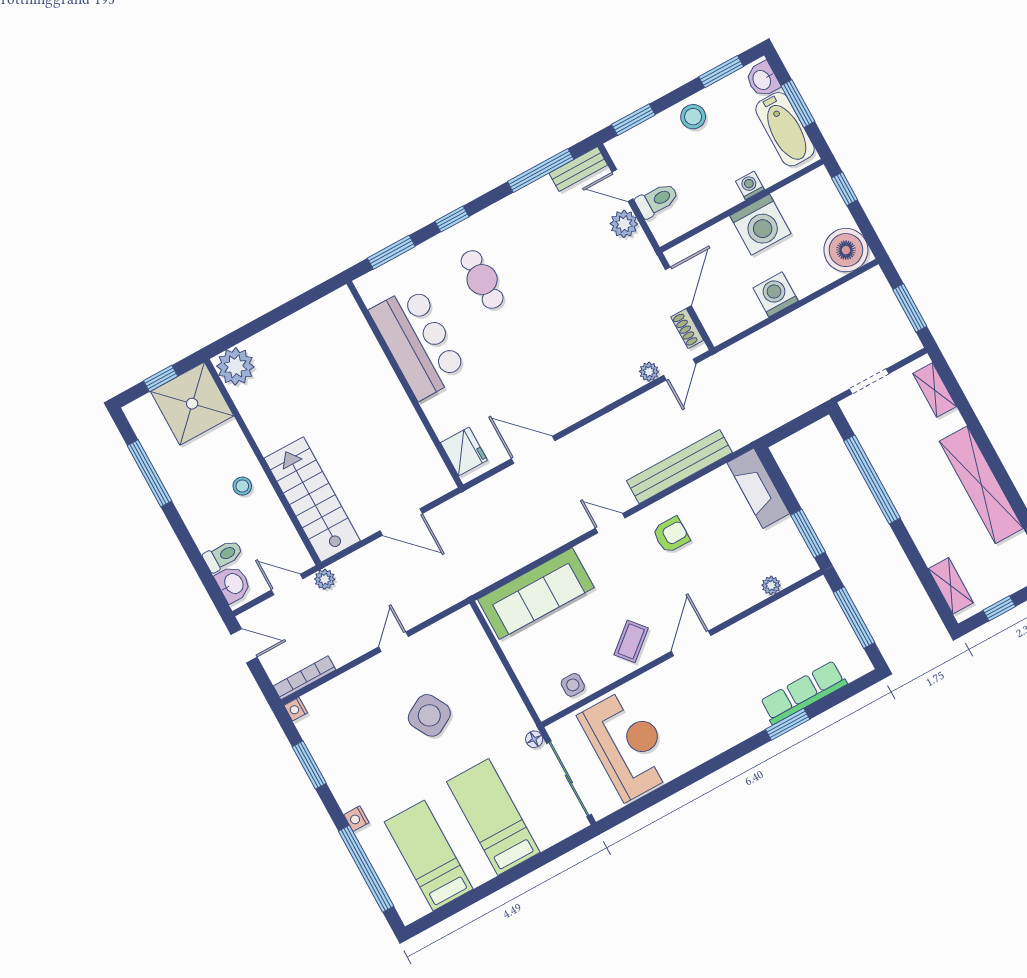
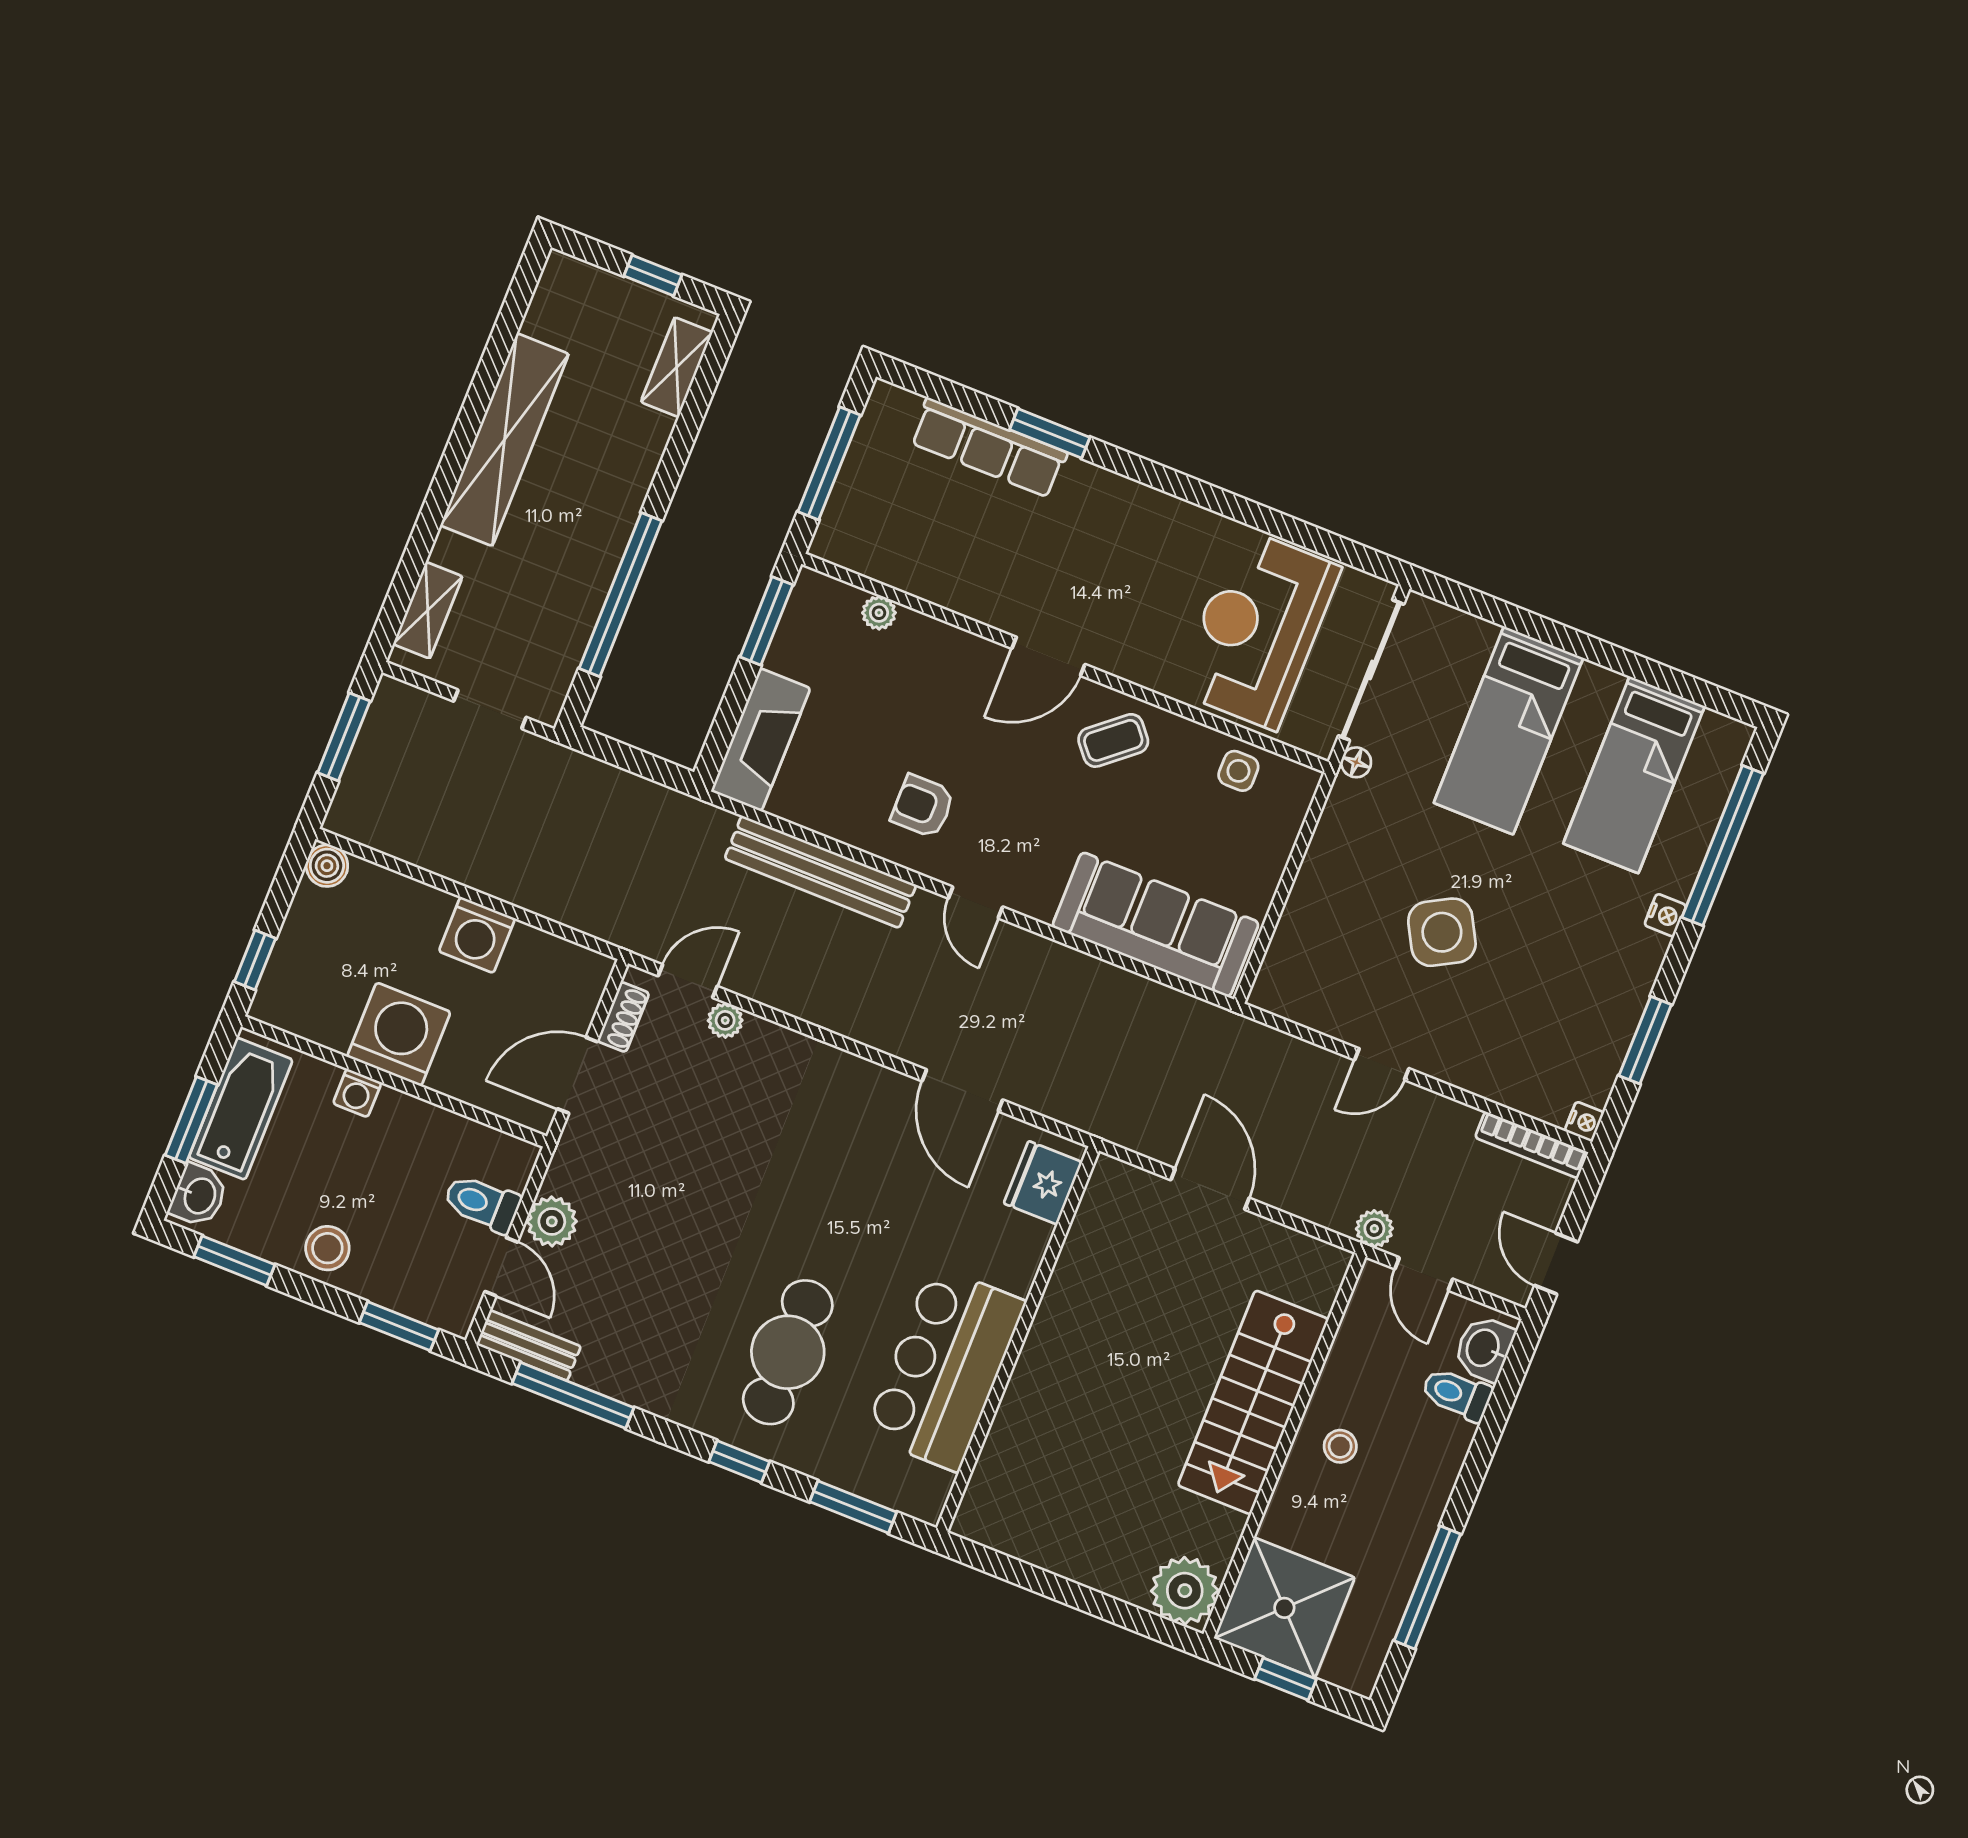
boiler: (846, 250) -> (327, 866), width x0.54, depth x0.54
cafe table: (482, 280) -> (788, 1352), width x1.37, depth x1.35
stairs: (312, 500) -> (1253, 1402), moved

